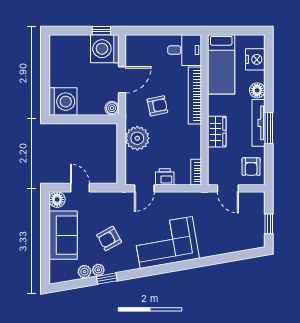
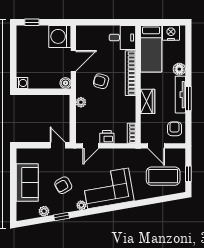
window: (101, 31) -> (32, 22), moved
nightstand: (255, 59) -> (171, 33), moved, turned -90
washing machine: (63, 102) -> (22, 83), width x0.53, depth x0.53
armchair: (157, 106) -> (101, 81), turned -152
plant: (137, 138) -> (81, 102), width x0.53, depth x0.53
armchair: (251, 167) -> (175, 129), turned 180
door: (80, 188) -> (58, 145), moved
floor lamp: (57, 199) -> (23, 155), removed
coffee table: (237, 227) -> (163, 176), added
plant: (98, 270) -> (81, 205), moved

